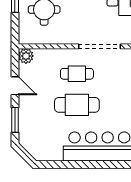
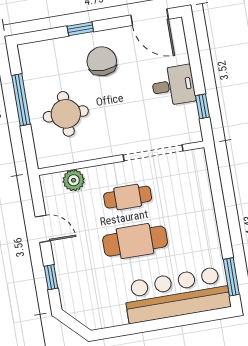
plant: (26, 56) -> (74, 180), moved
window: (15, 120) -> (51, 277), width x0.67

